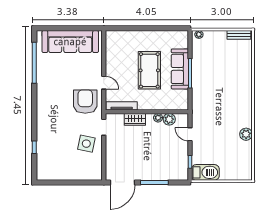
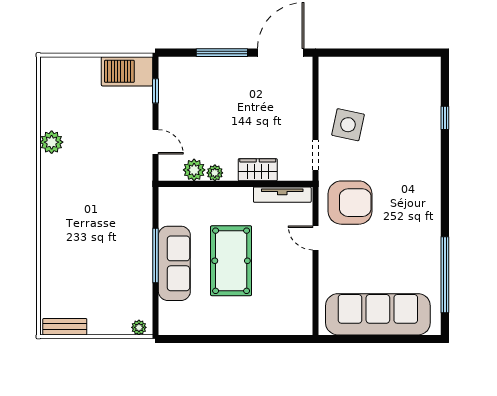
armchair: (85, 102) -> (350, 203), turned -90

